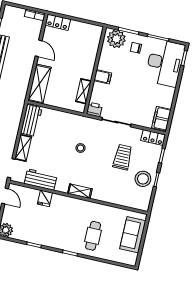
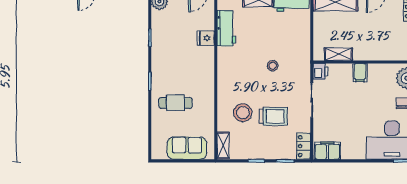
stool: (143, 179) -> (243, 113), moved
shelving: (80, 191) -> (223, 146), moved

